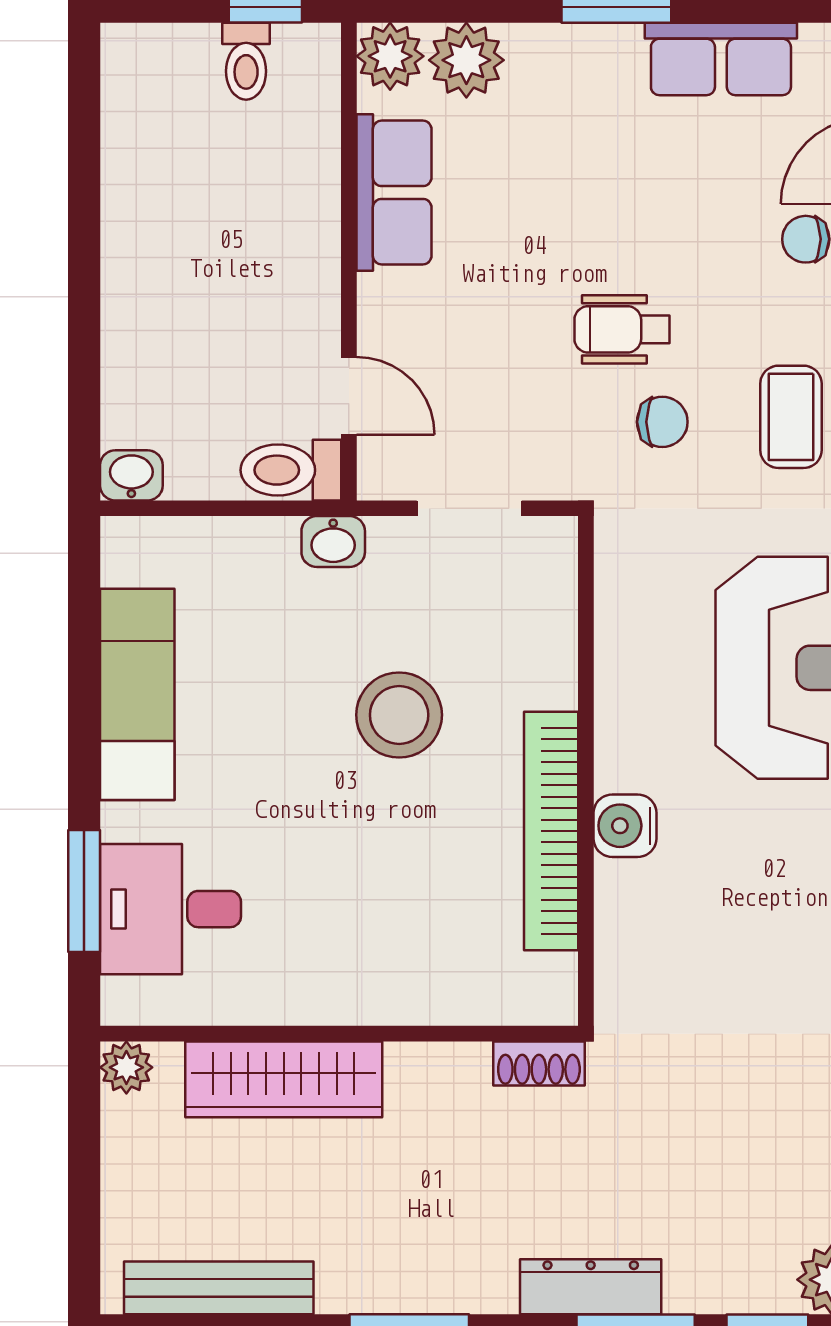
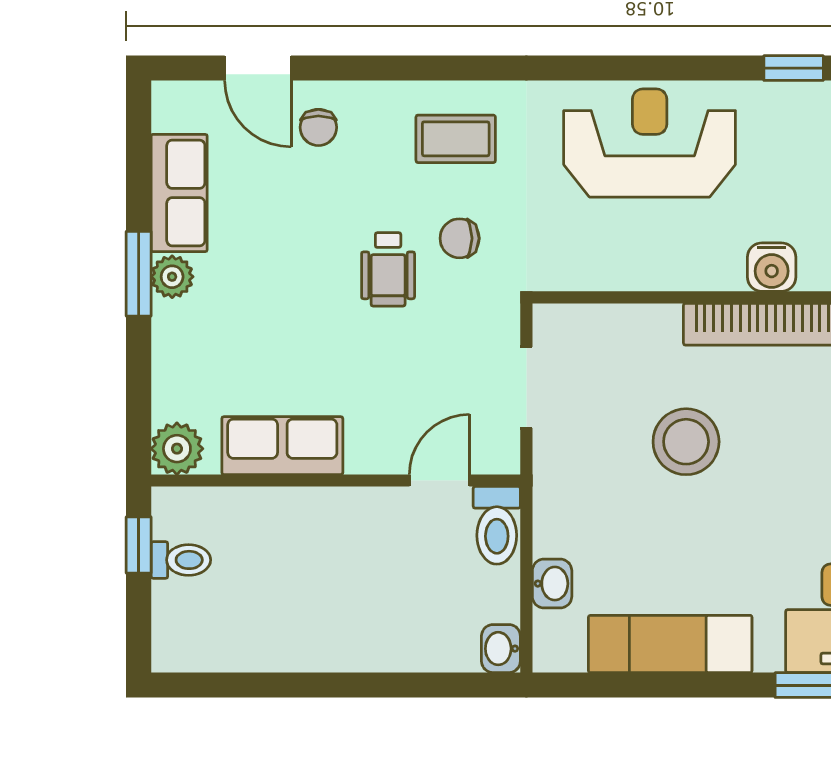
plant: (466, 60) -> (172, 277), moved, width x0.73, depth x0.73
chair: (662, 422) -> (460, 238), turned -90
washbasin: (333, 542) -> (552, 584), moved

